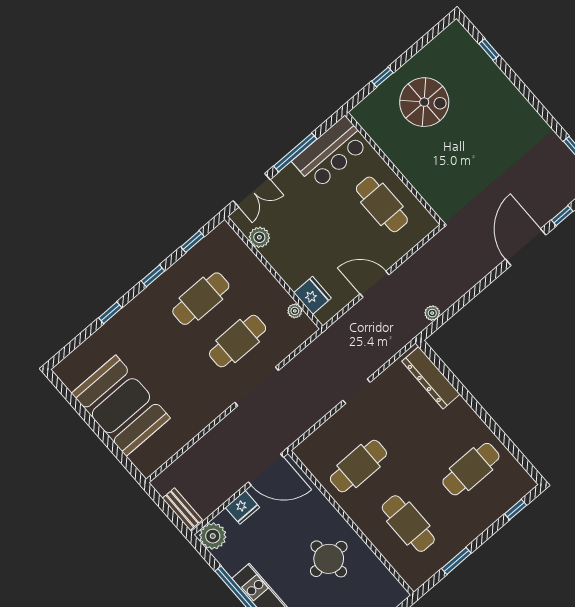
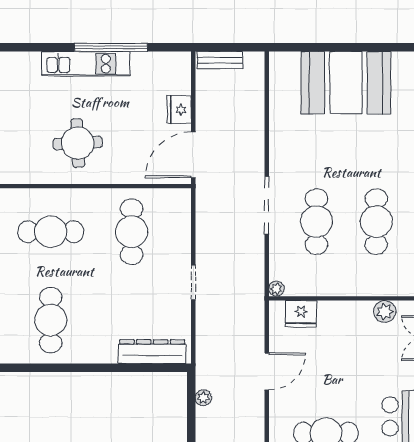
plant: (295, 311) -> (276, 289), moved
plant: (213, 536) -> (177, 66), removed

